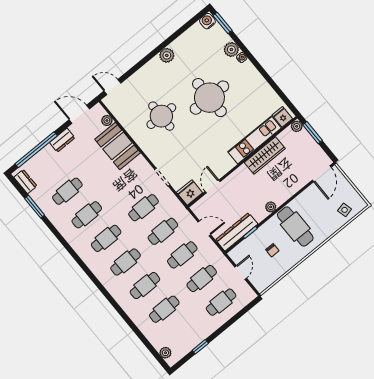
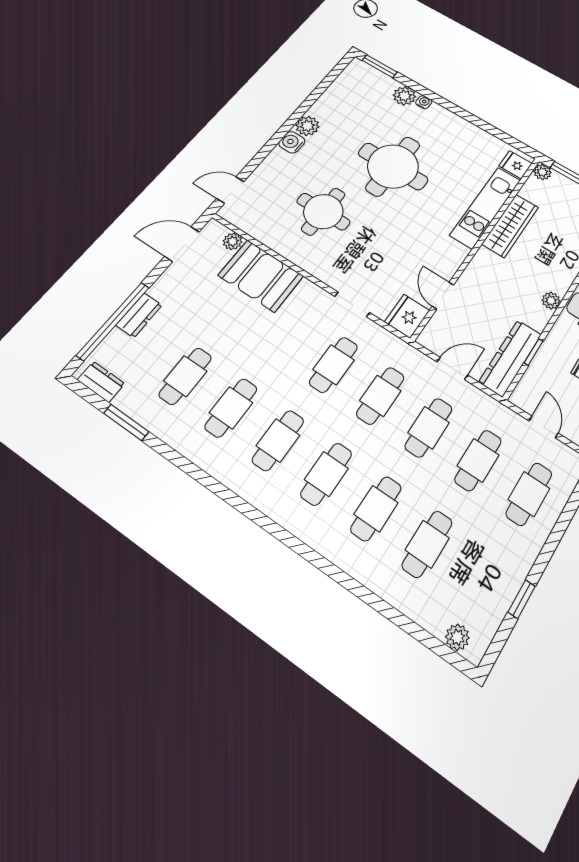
water cooler: (207, 21) -> (292, 142), moved
dresser: (62, 140) -> (139, 315), moved

